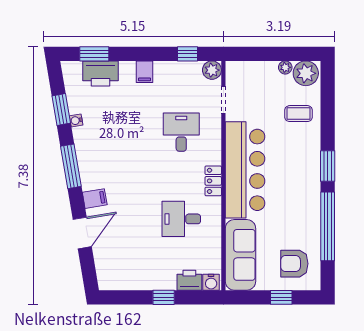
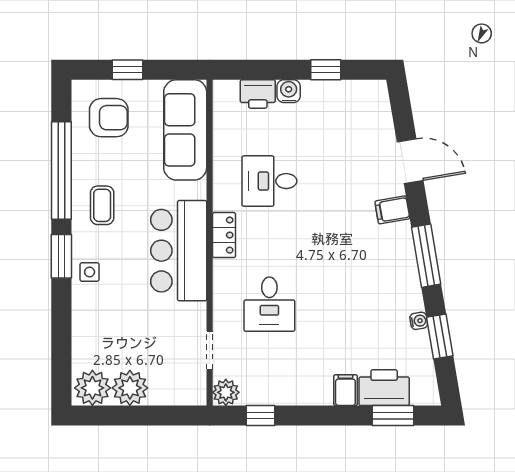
plant: (285, 67) -> (130, 388), width x1.87, depth x1.87
filing cabinet: (144, 72) -> (345, 390), moved
coffee table: (299, 114) -> (102, 205), moved, turned 90
side table: (308, 155) -> (90, 272), added
bar counter: (245, 170) -> (179, 251), width x0.73
desk: (181, 219) -> (269, 181), turned 180
door: (82, 233) -> (410, 161), swing flipped
water cooler: (211, 282) -> (289, 91), moved
window: (164, 297) -> (326, 70), moved

